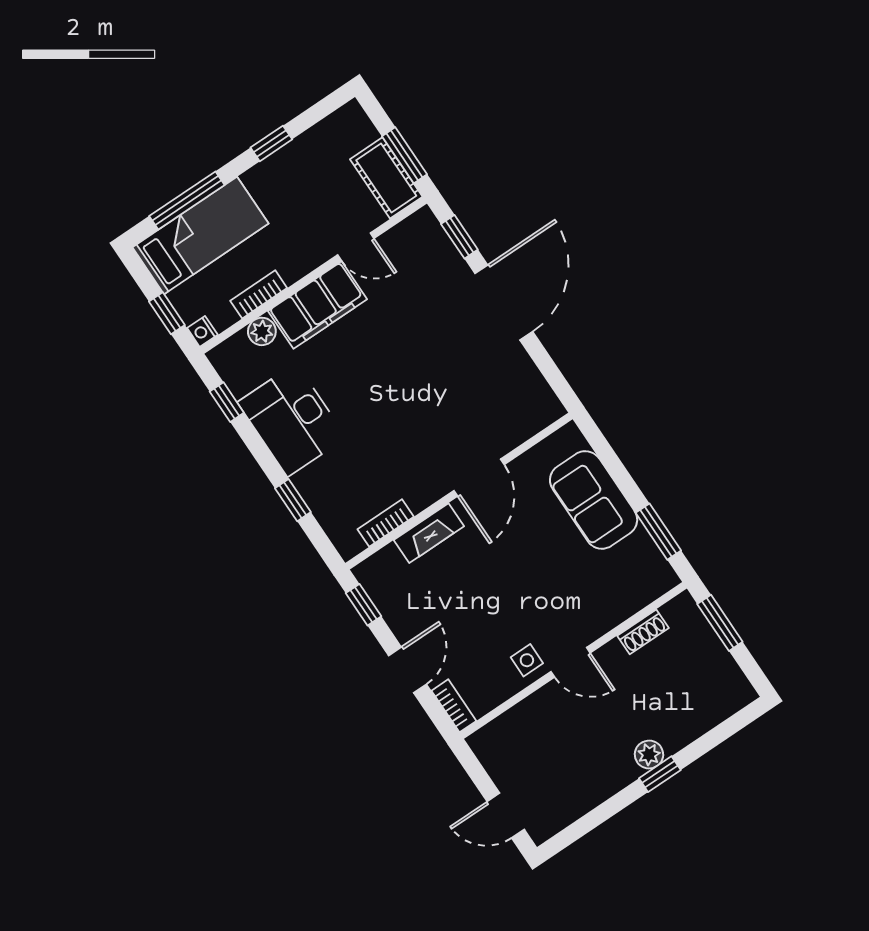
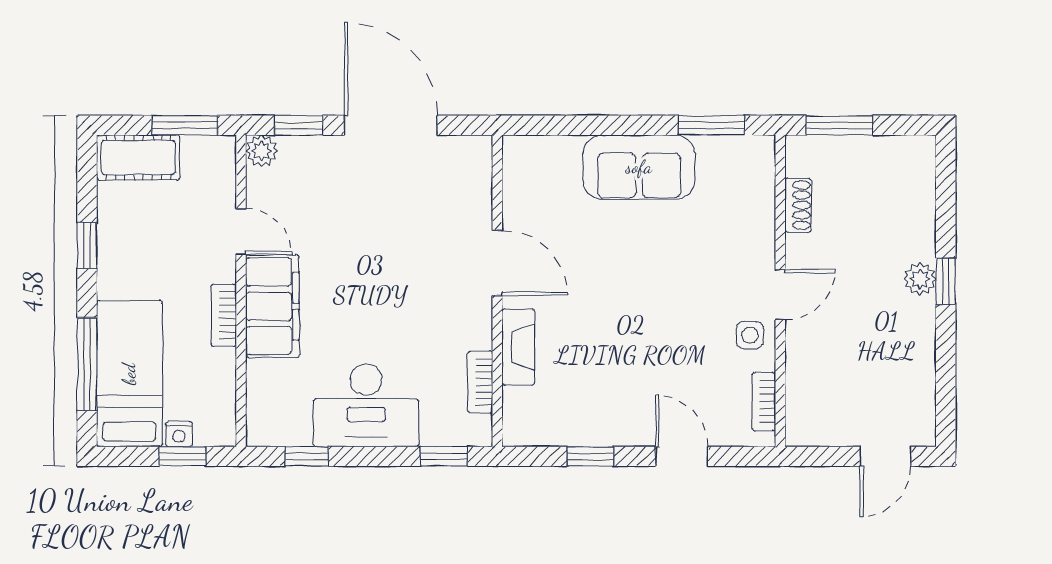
cot: (386, 178) -> (138, 158), moved
door: (356, 247) -> (241, 231), hinge flipped
bookcase: (259, 294) -> (224, 315), moved
nightstand: (202, 331) -> (179, 434), moved
plant: (262, 331) -> (262, 151), moved
door: (479, 478) -> (497, 263), moved
wall: (459, 491) -> (497, 291), moved
bookcase: (386, 523) -> (480, 382), moved
fireplace: (429, 533) -> (518, 347), moved
bookcase: (454, 706) -> (764, 402), moved, turned -90

